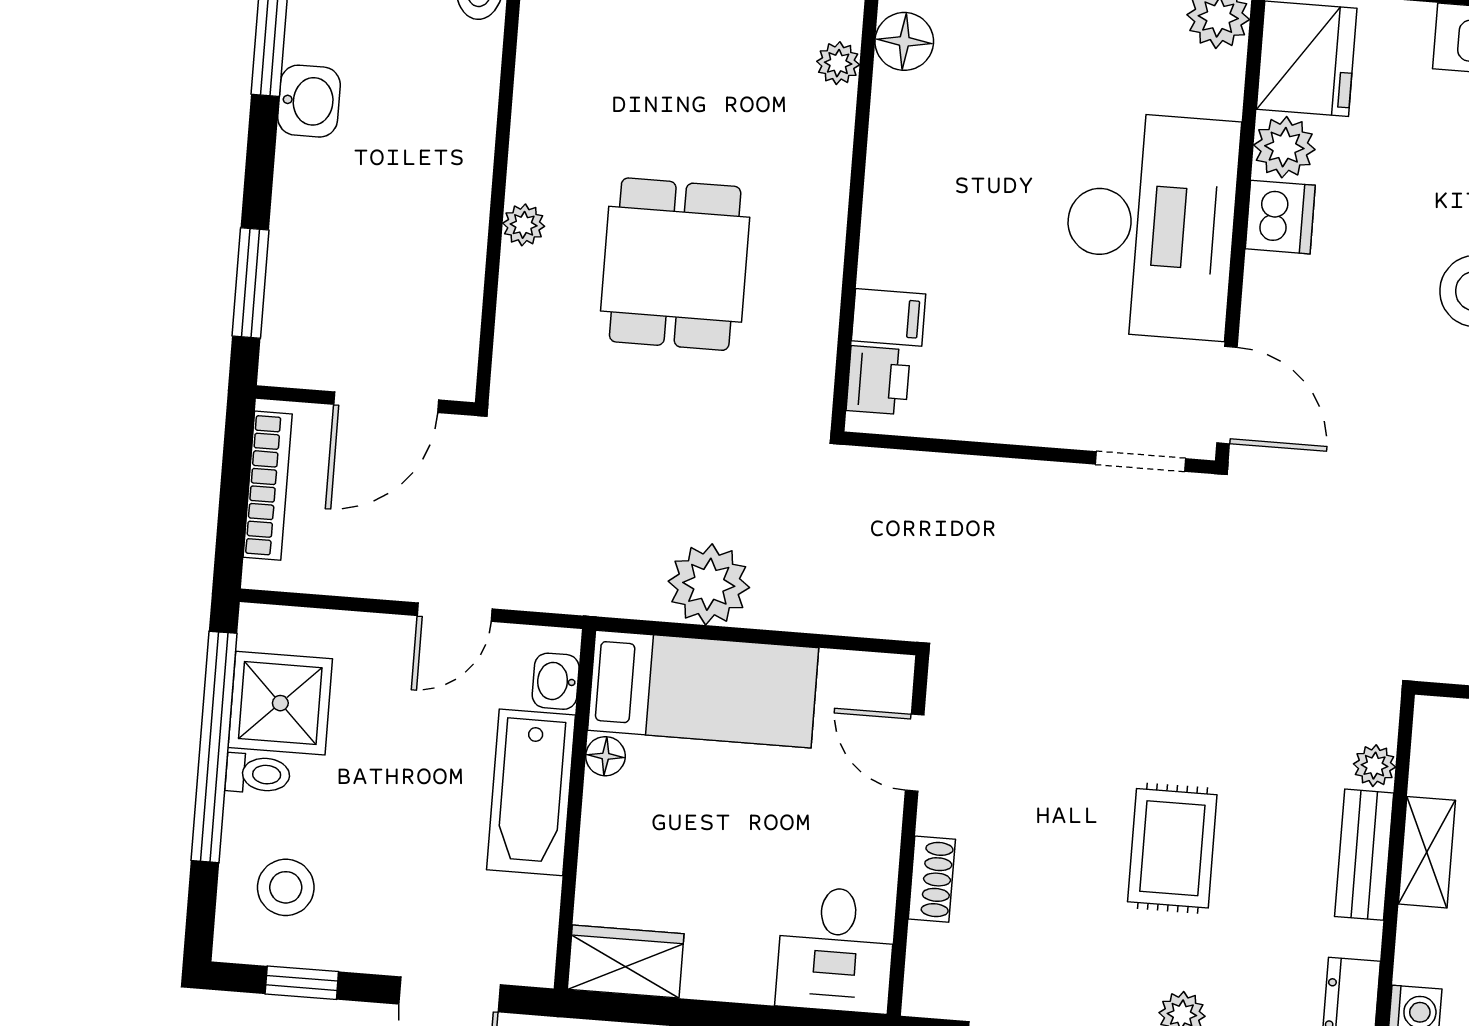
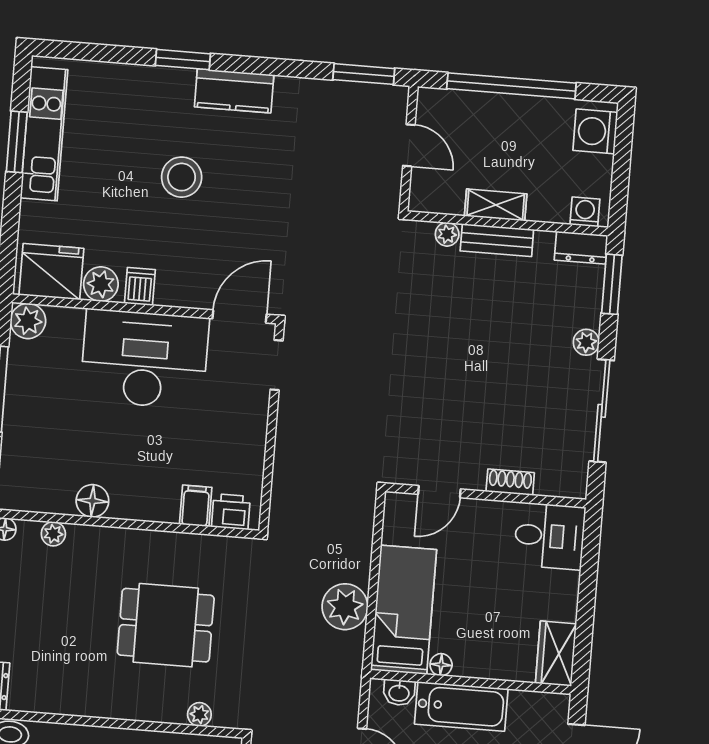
floor lamp: (904, 41) -> (92, 501), moved
dishwasher: (1280, 217) -> (140, 286), width x0.73
plant: (524, 225) -> (199, 714), moved
rug: (1172, 848) -> (493, 347), removed

